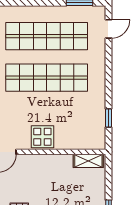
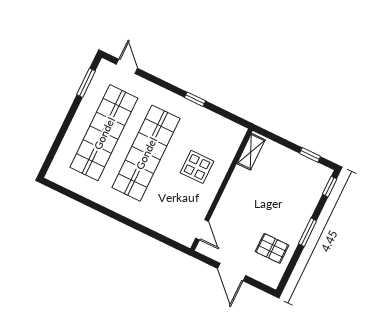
window: (109, 118) -> (195, 99), moved
display table: (42, 137) -> (197, 167), moved

